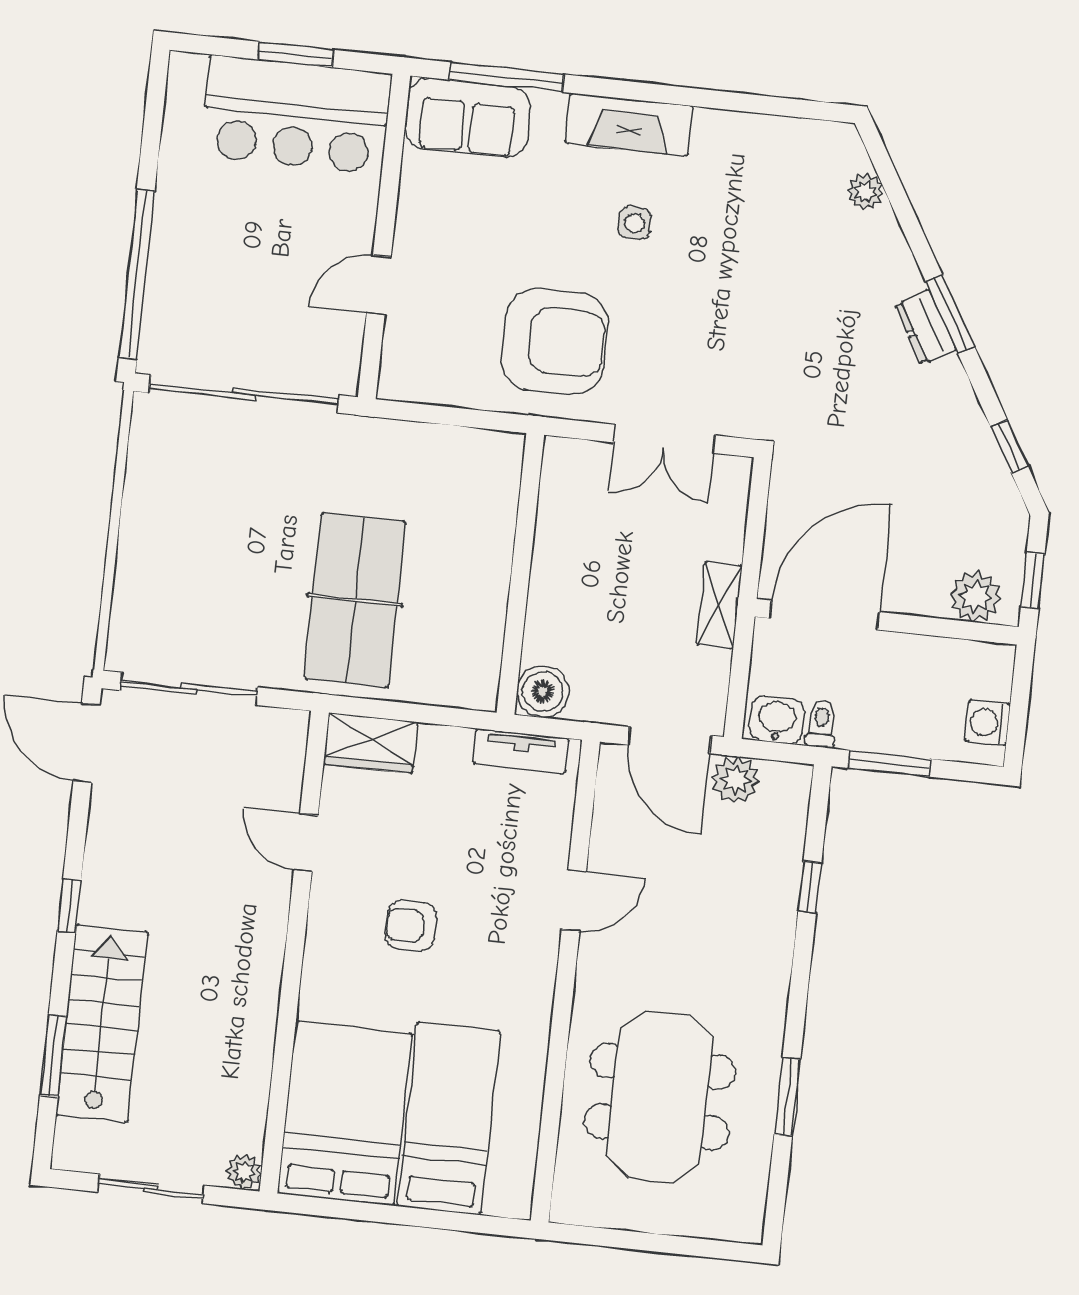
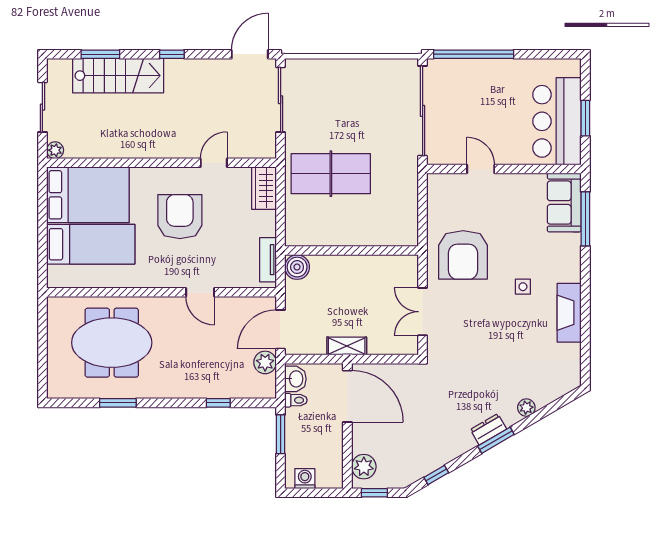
fireplace: (629, 125) -> (569, 313), moved
plant: (865, 192) -> (526, 408), moved
armchair: (411, 926) -> (180, 217), width x1.88, depth x1.88

